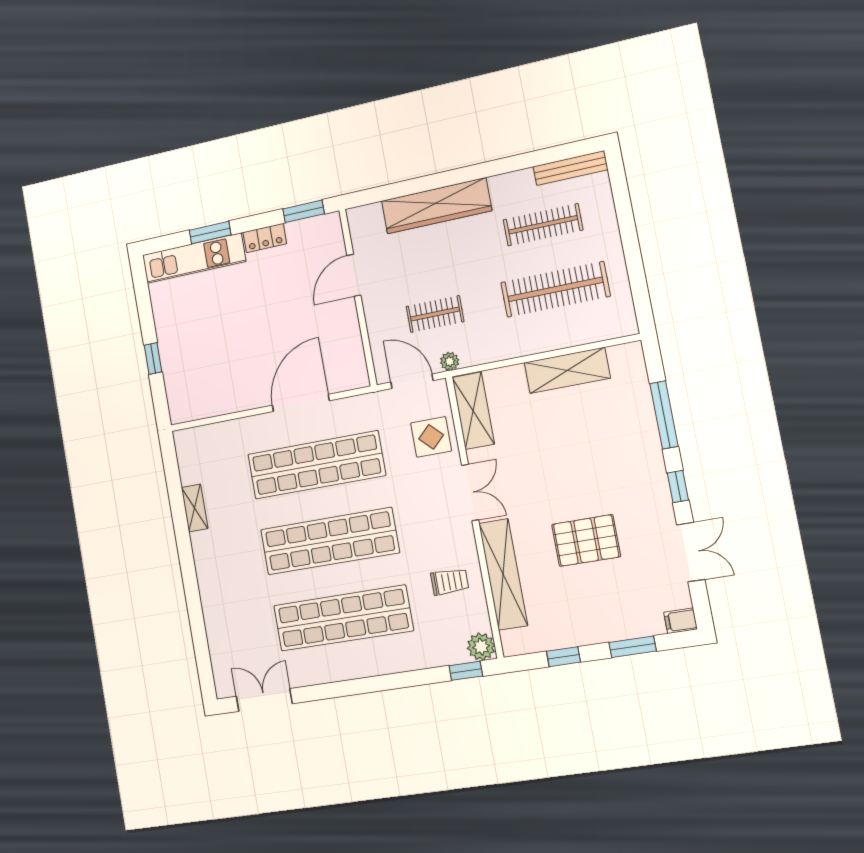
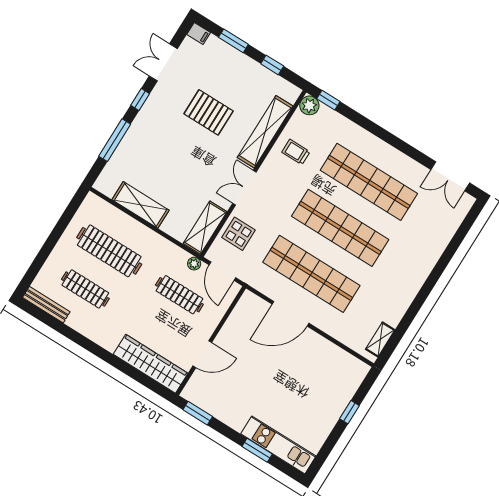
wardrobe: (436, 206) -> (151, 364), moved
locker: (265, 238) -> (231, 419), removed
clothes rail: (435, 314) -> (179, 295), width x1.36
shelving: (195, 508) -> (380, 340), moved

